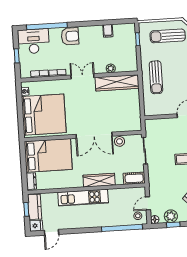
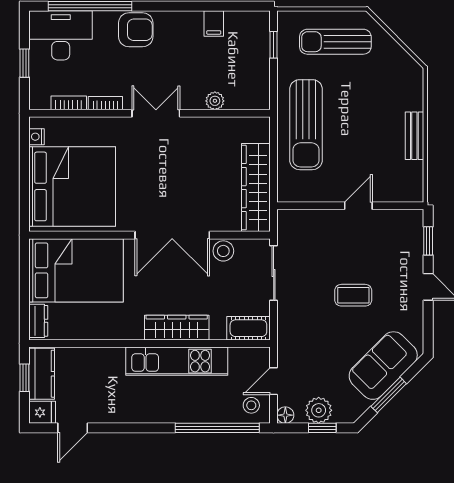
sun lounger: (156, 77) -> (306, 125), width x1.36, depth x1.34
wardrobe: (117, 83) -> (256, 188), moved, turned 90
kitchen unit: (83, 198) -> (177, 361), moved

